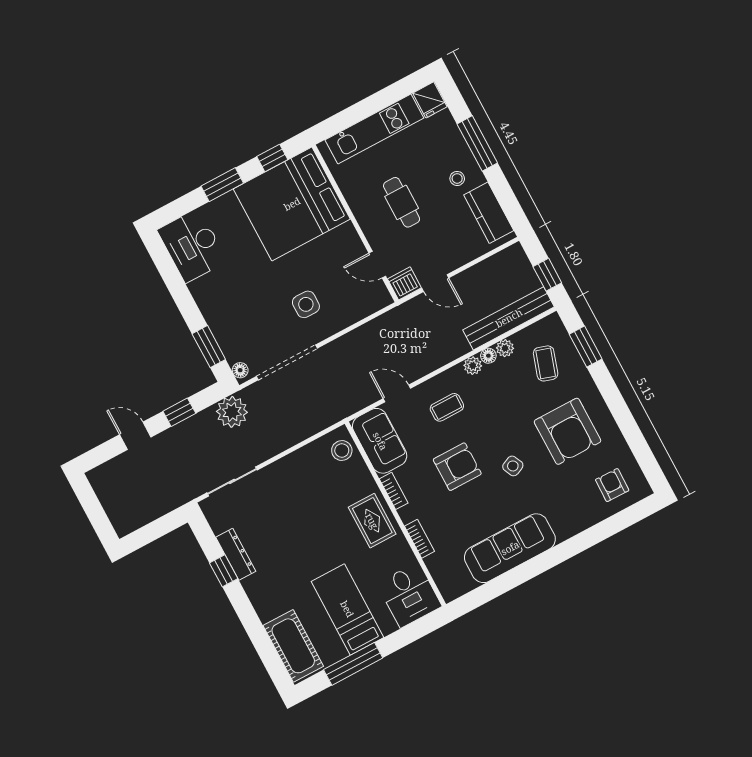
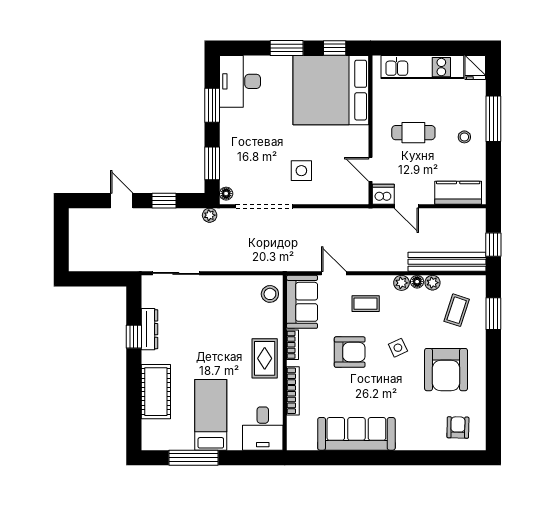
cafe table: (402, 202) -> (413, 133), turned 90
kitchen counter: (489, 213) -> (458, 193), moved, turned 90
window: (176, 286) -> (212, 105), added
plant: (232, 412) -> (210, 215), width x0.53, depth x0.53
side table: (513, 466) -> (398, 348), moved
bookcase: (420, 539) -> (293, 391), width x1.56
cot: (293, 646) -> (156, 392), moved

